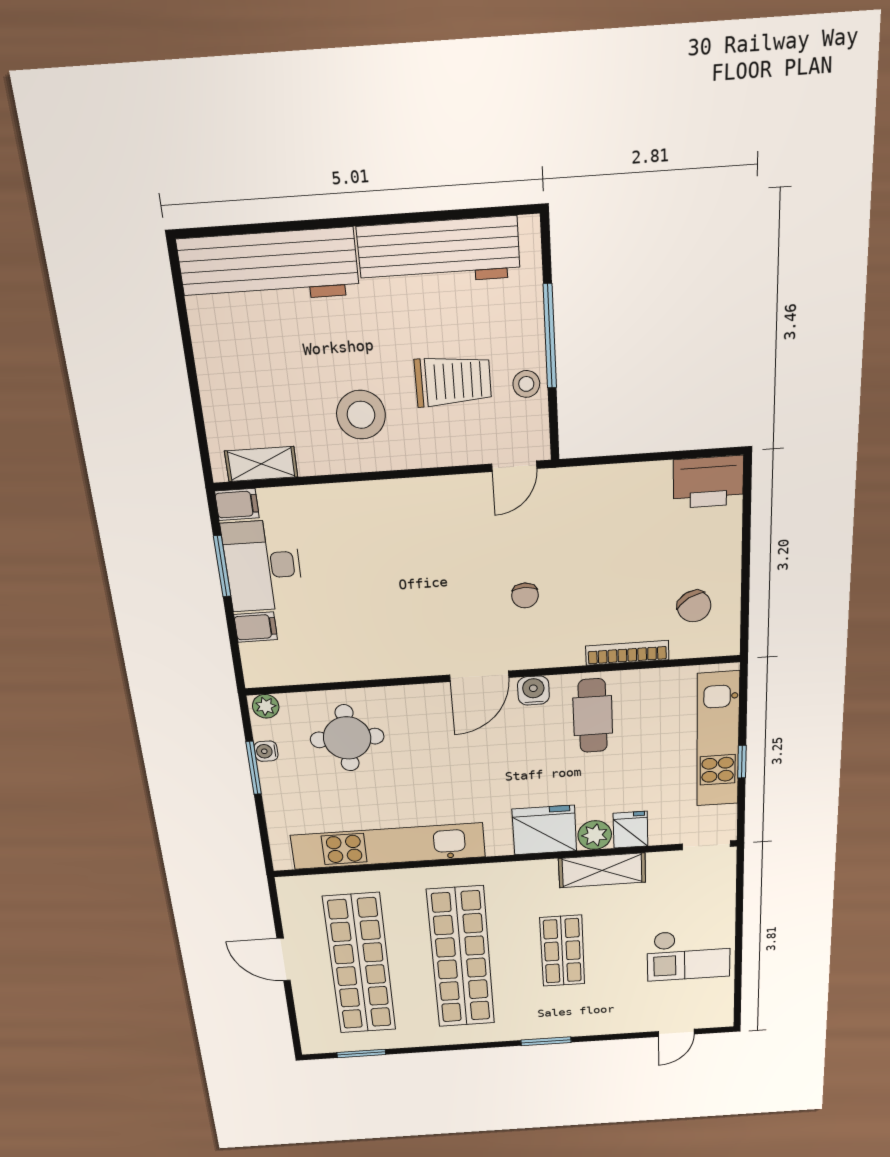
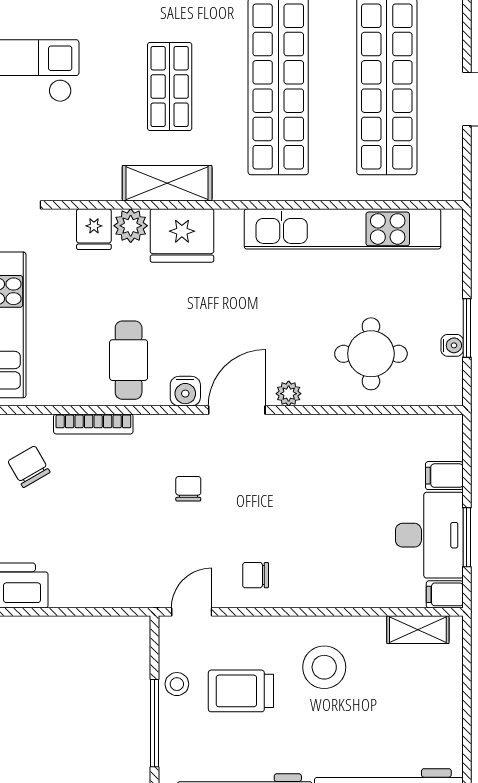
chair: (446, 511) -> (256, 575), added
plant: (266, 706) -> (289, 394), moved
shelving: (602, 870) -> (167, 183), moved

